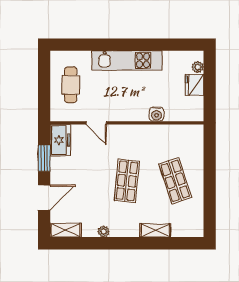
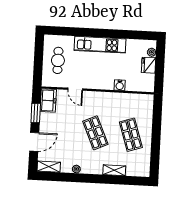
shop shelf: (127, 181) -> (95, 133), turned -30

